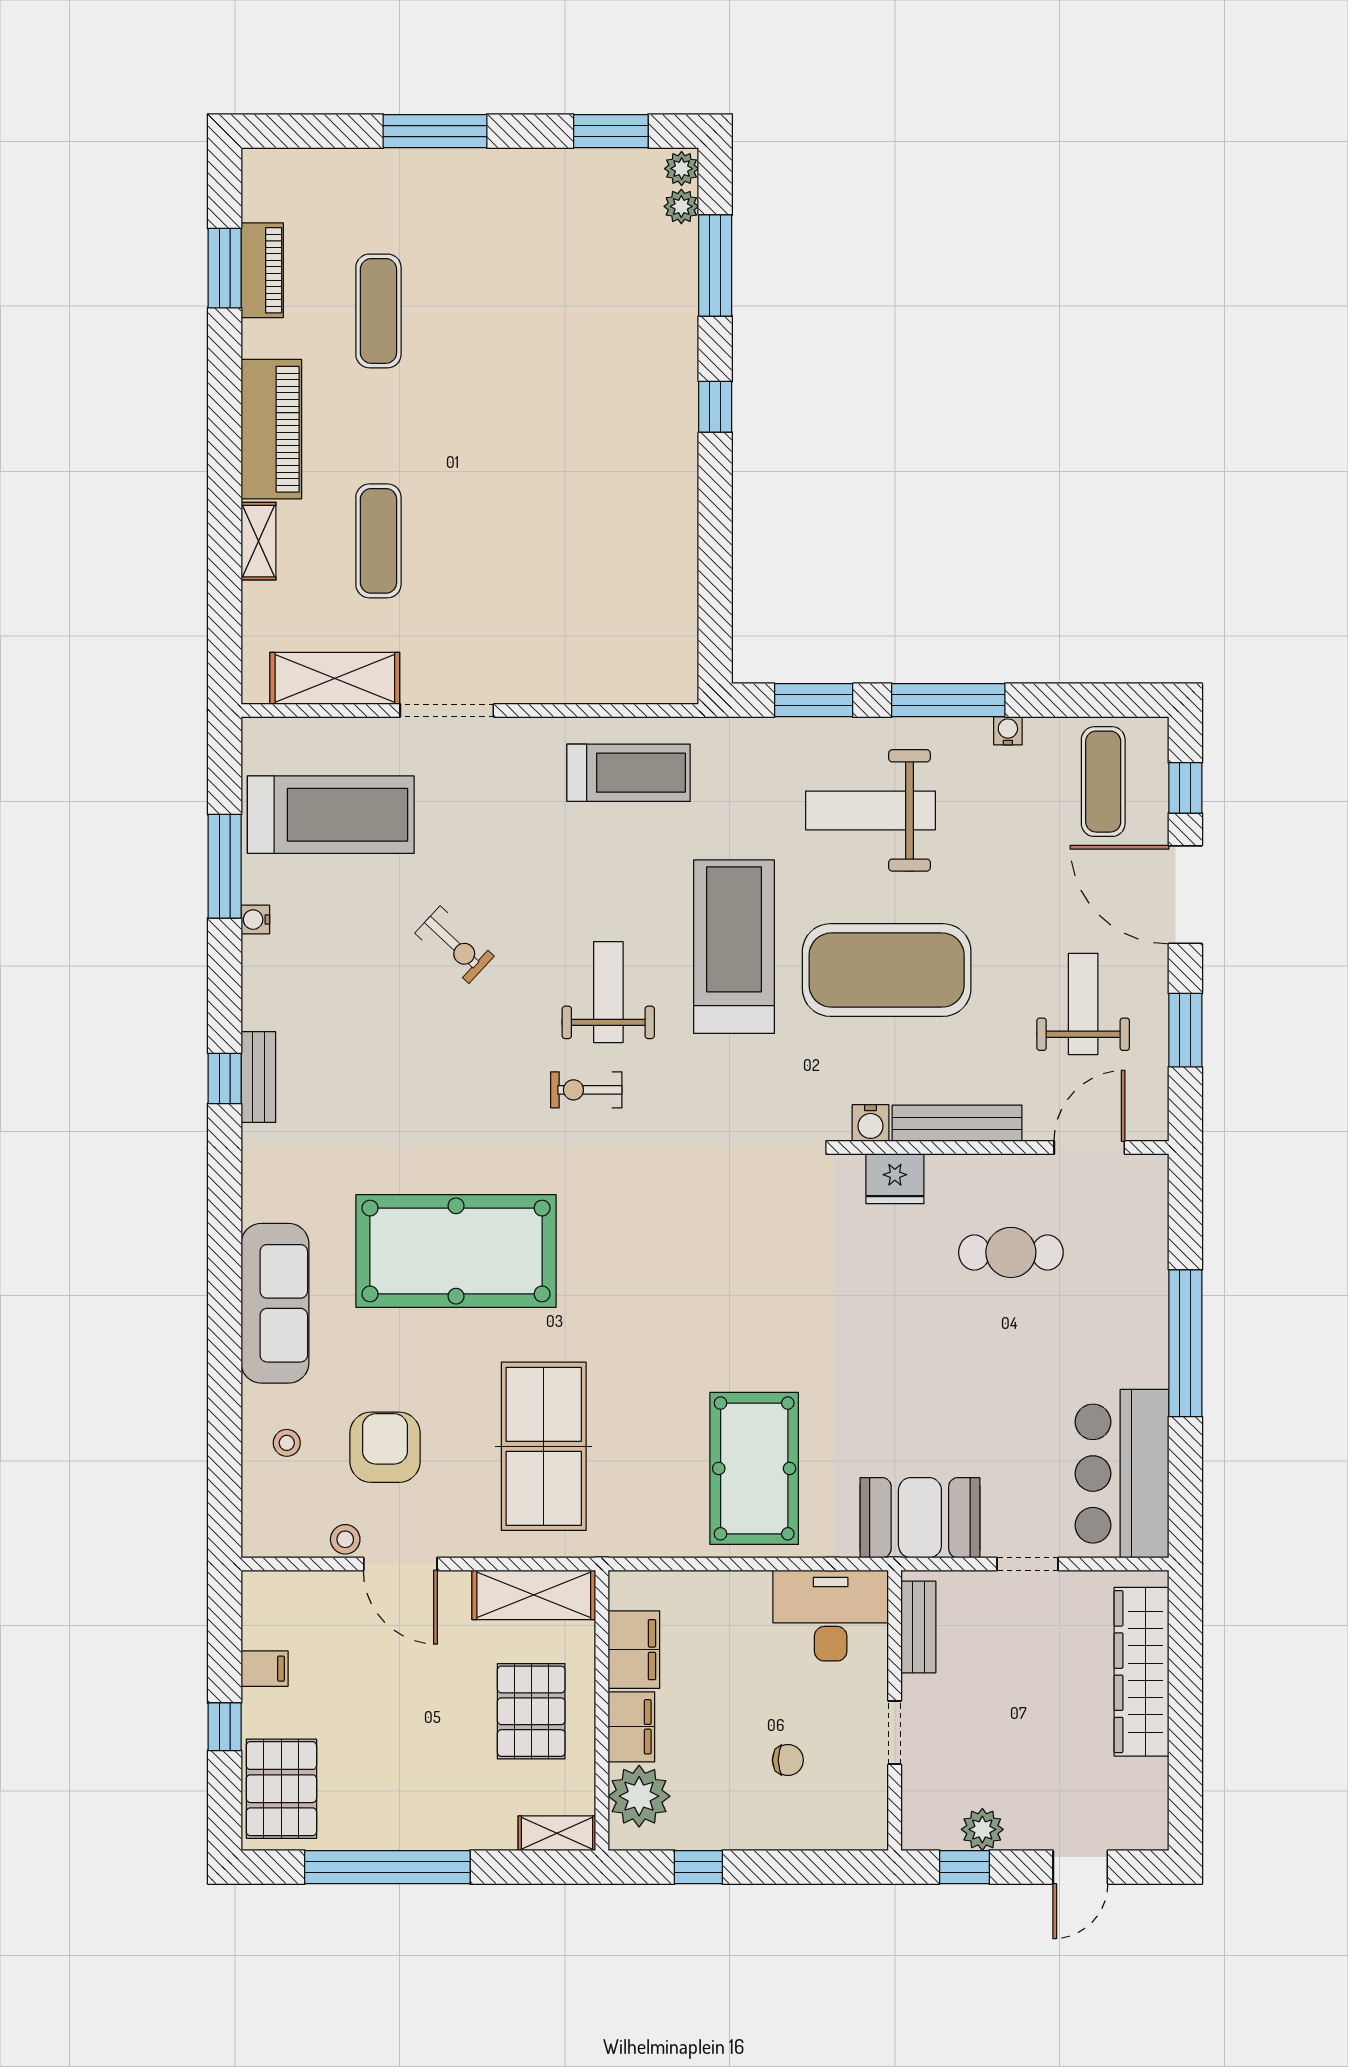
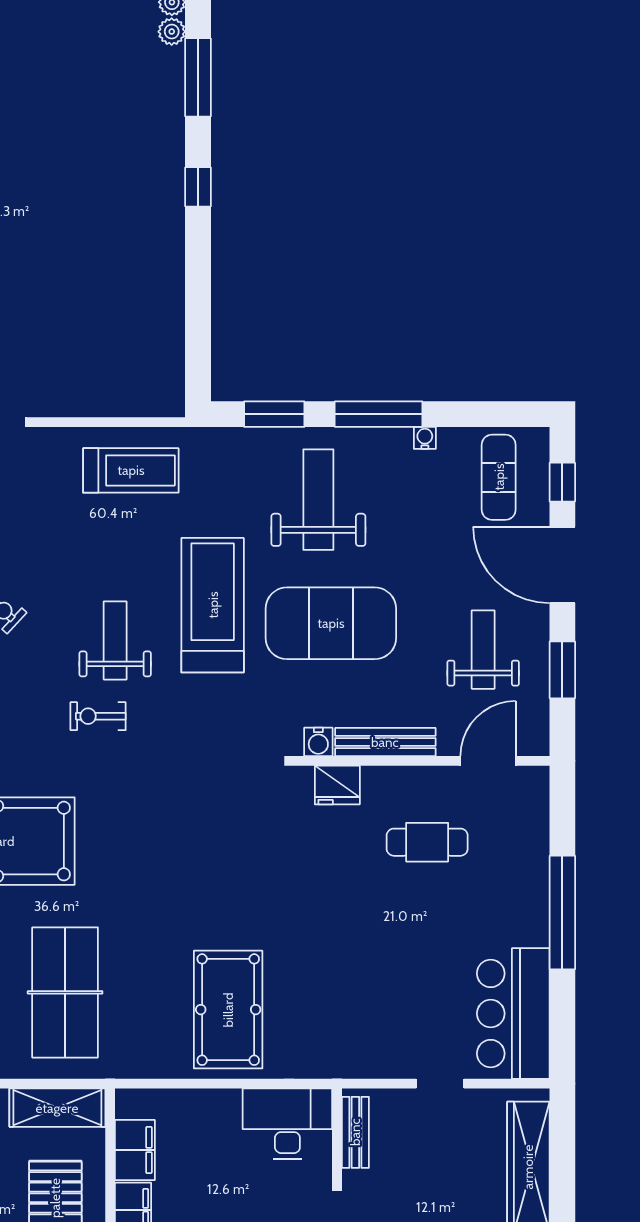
weight bench: (871, 810) -> (318, 500), turned 90
booth: (920, 1518) -> (357, 1048), removed

